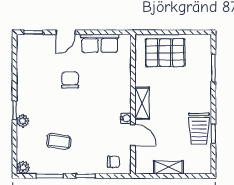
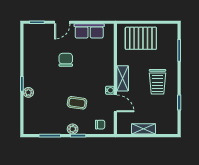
trolley: (199, 129) -> (158, 82), moved
coffee table: (59, 141) -> (77, 103), moved
plant: (23, 167) -> (73, 129), moved

